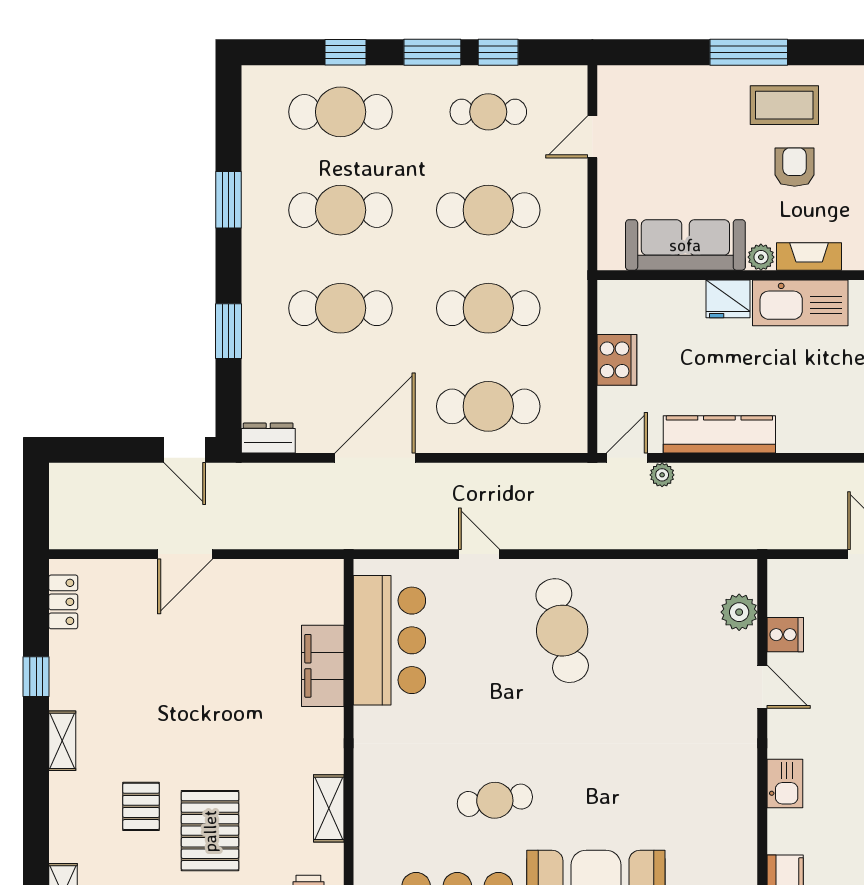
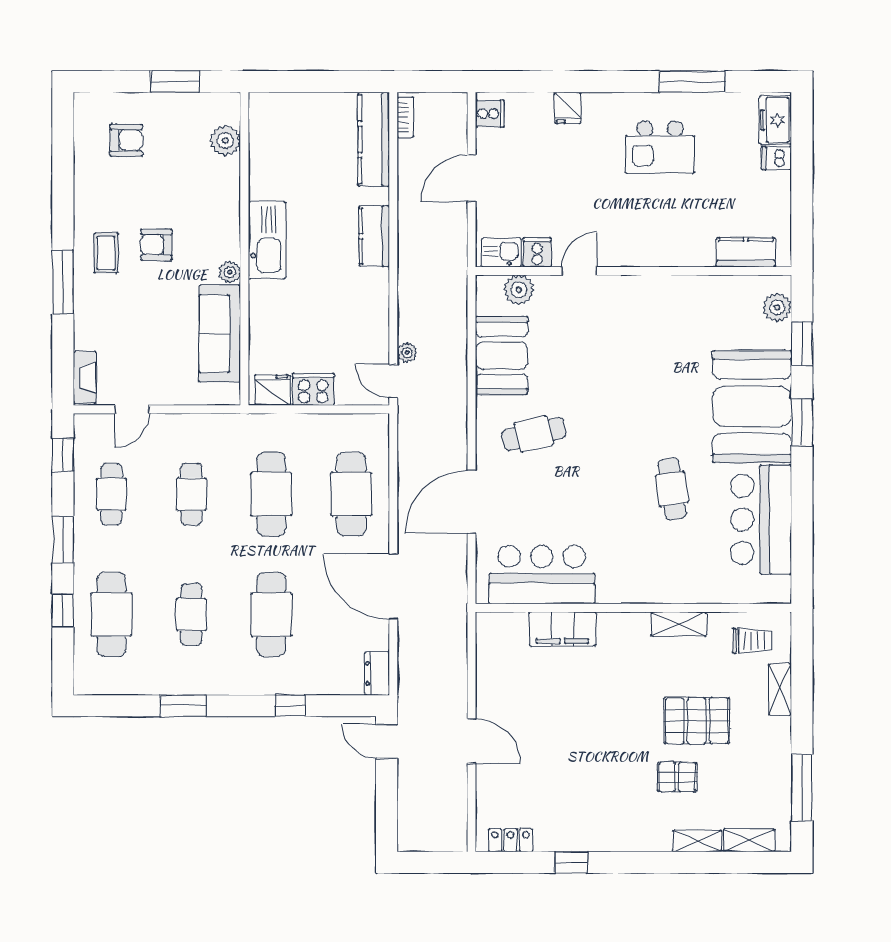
window: (498, 52) -> (63, 455), moved
coffee table: (784, 105) -> (106, 253), width x0.73, depth x0.77
door: (592, 137) -> (132, 409), hinge flipped
cafe table: (341, 210) -> (191, 614), width x0.73, depth x0.74
cafe table: (488, 210) -> (191, 494), width x0.73, depth x0.74
fireplace: (809, 257) -> (85, 377), moved, turned 180
fridge: (728, 299) -> (273, 390), moved, turned -90
window: (228, 331) -> (290, 706), width x0.67
kitchen counter: (719, 434) -> (374, 236), moved, width x0.67
door: (185, 450) -> (387, 741), swing flipped
door: (479, 554) -> (472, 502), width x1.87
booth: (659, 591) -> (502, 356), added
cafe table: (562, 631) -> (534, 434), width x0.73, depth x0.74
shelving: (62, 741) -> (697, 841), moved
kitchen sink: (785, 783) -> (501, 253), moved

